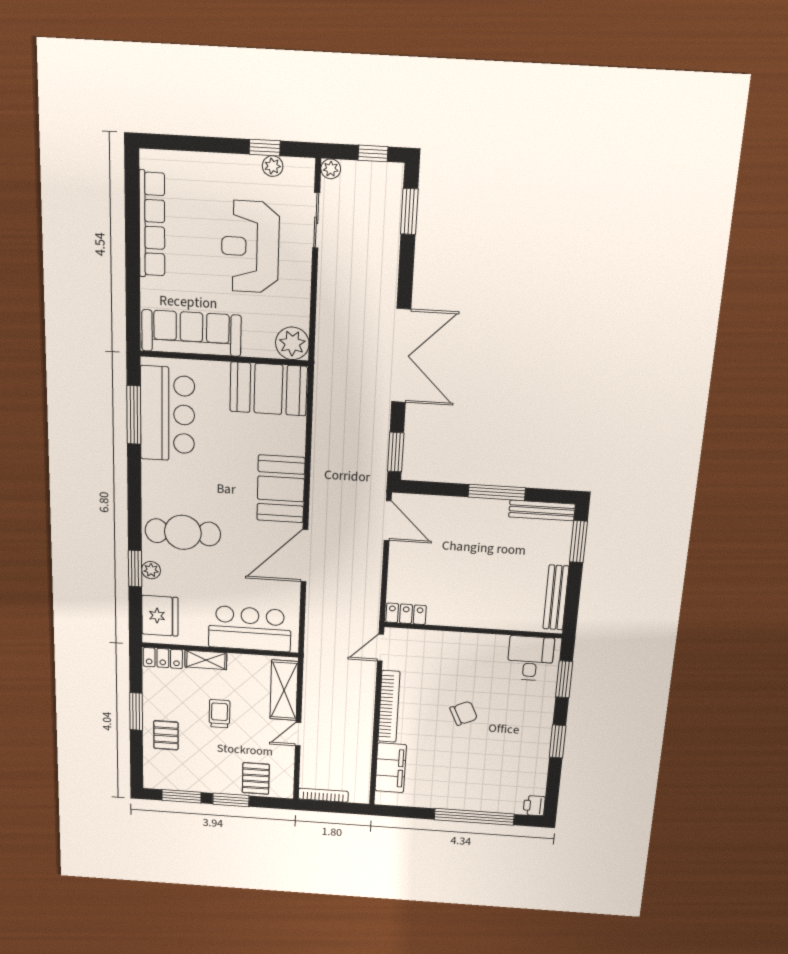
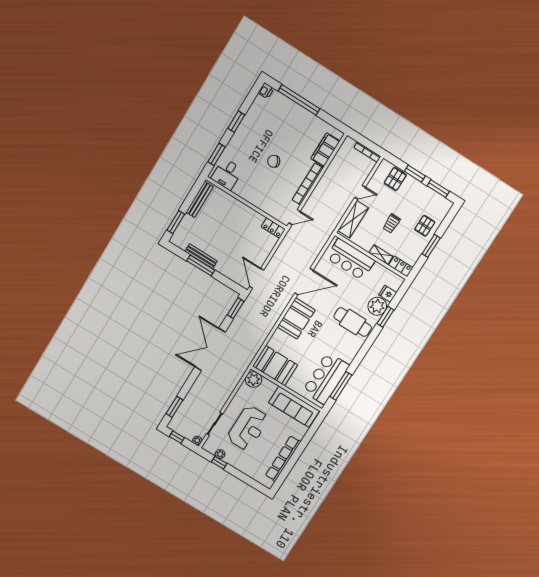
bench: (542, 510) -> (201, 256), moved
plant: (151, 570) -> (377, 306), width x1.87, depth x1.87
fridge: (160, 616) -> (388, 294), width x0.53, depth x0.75

